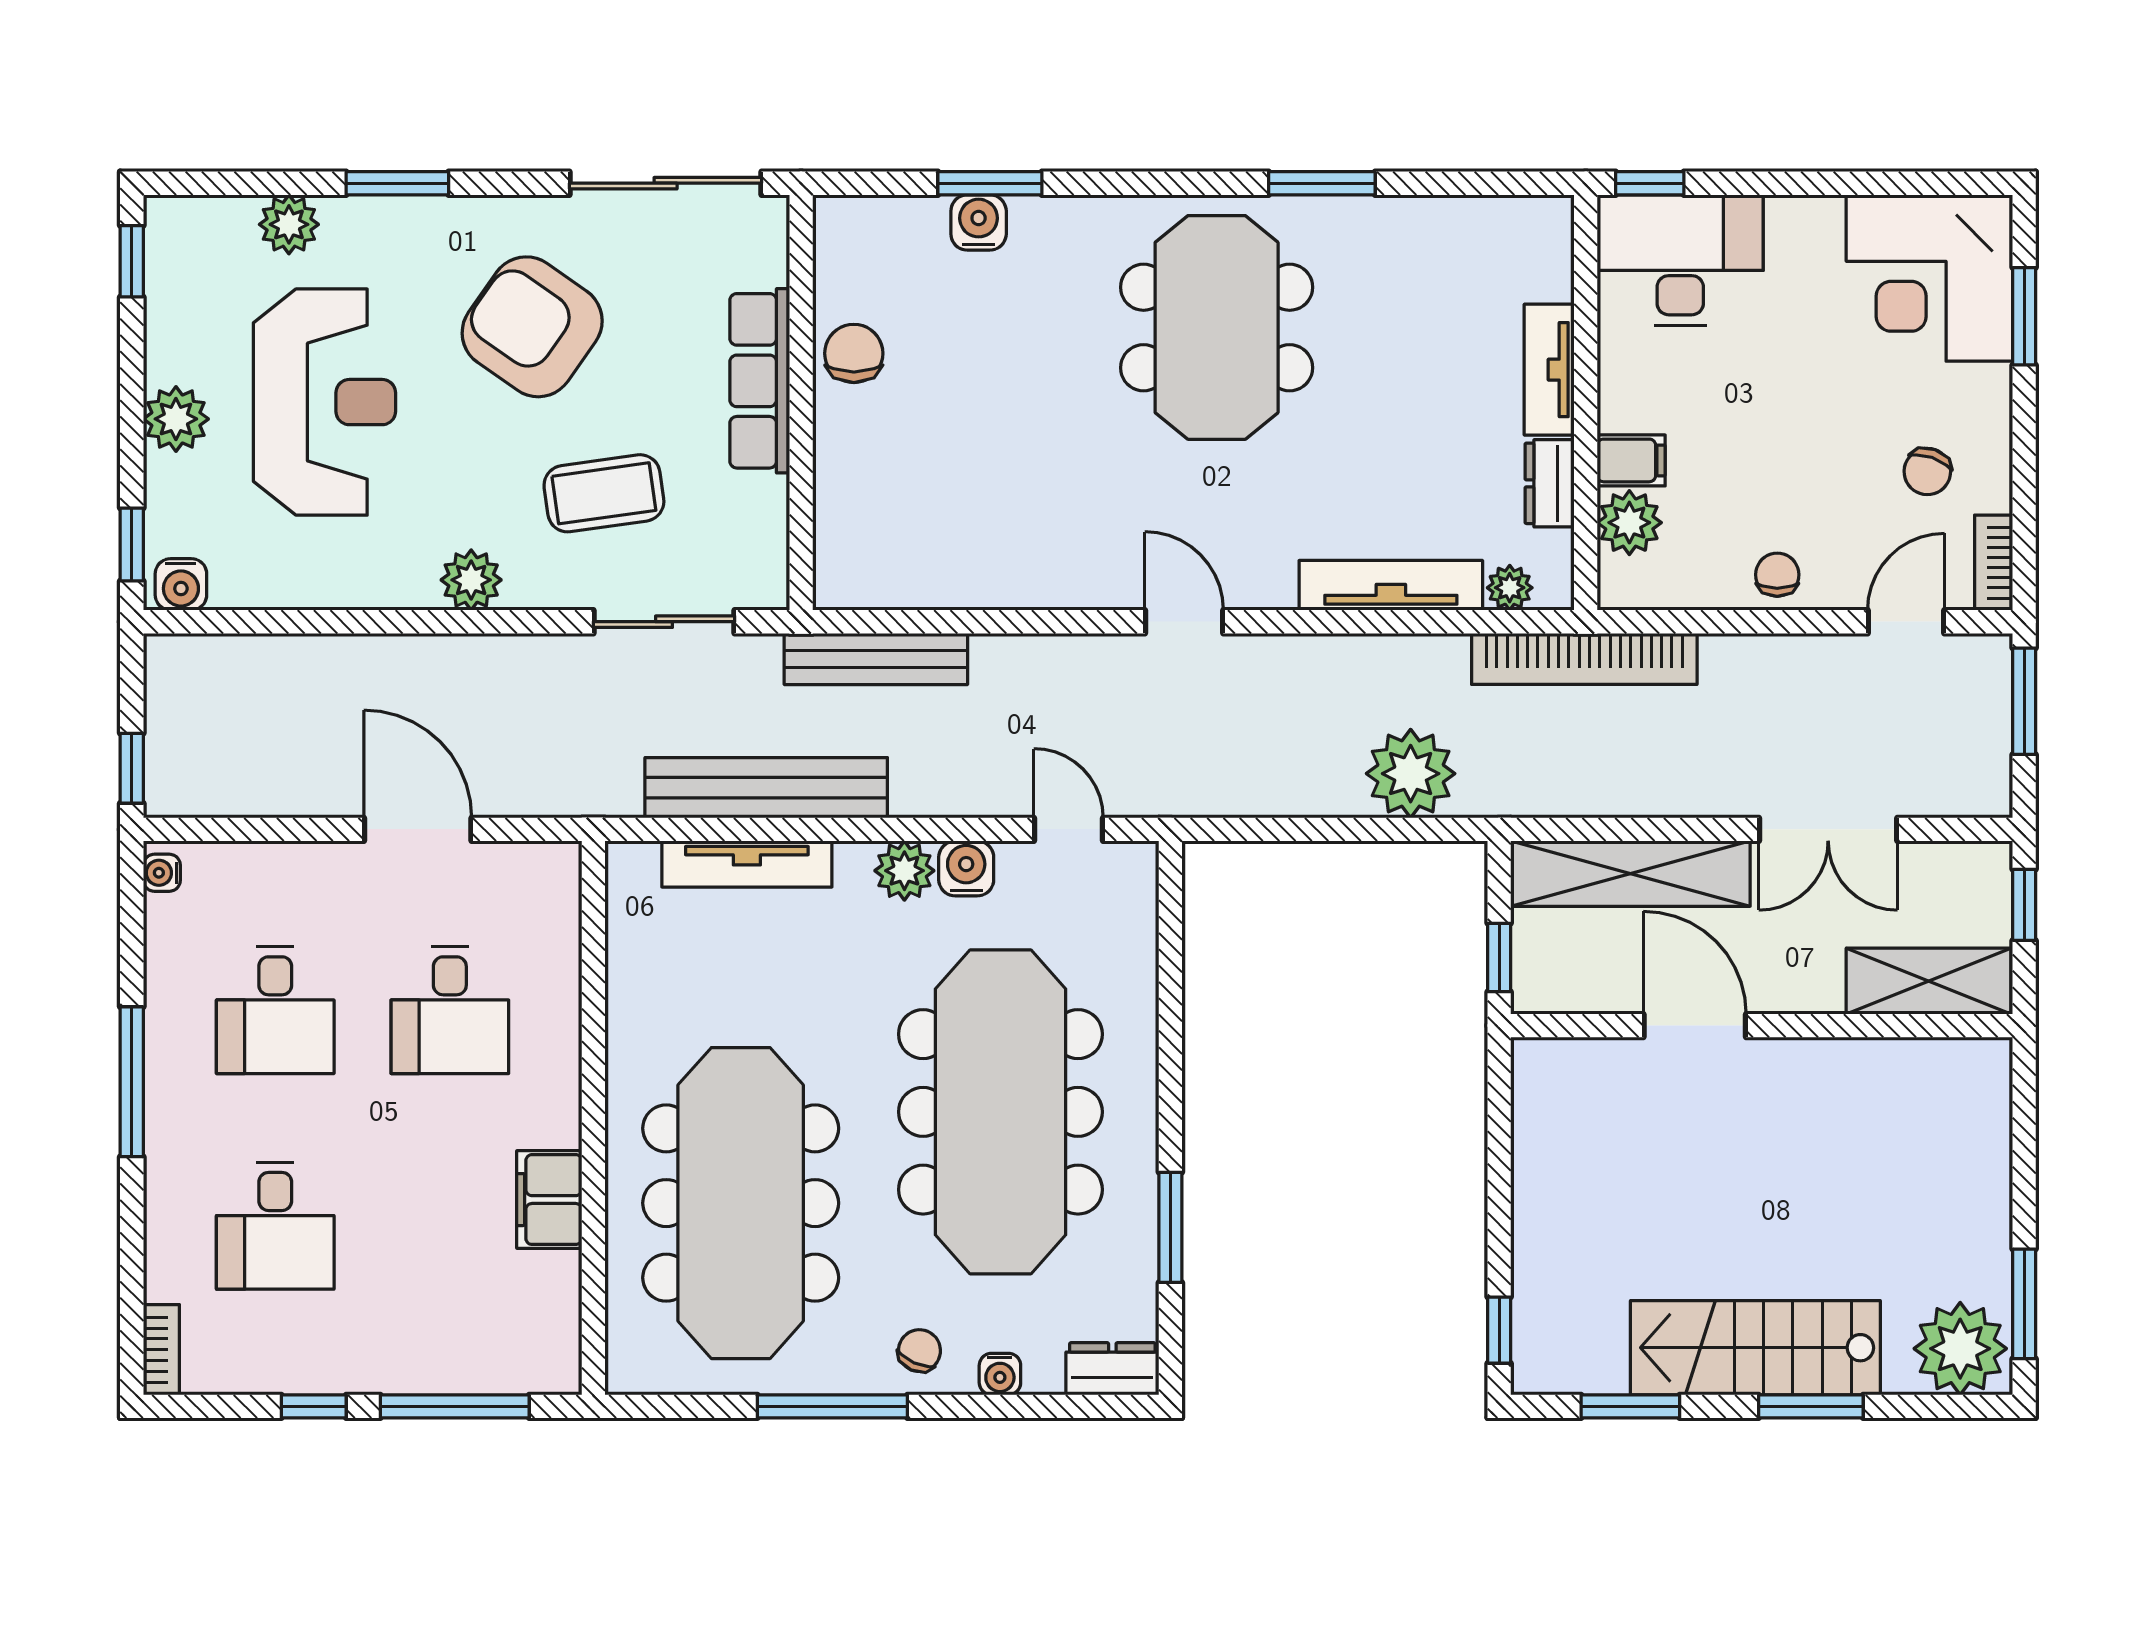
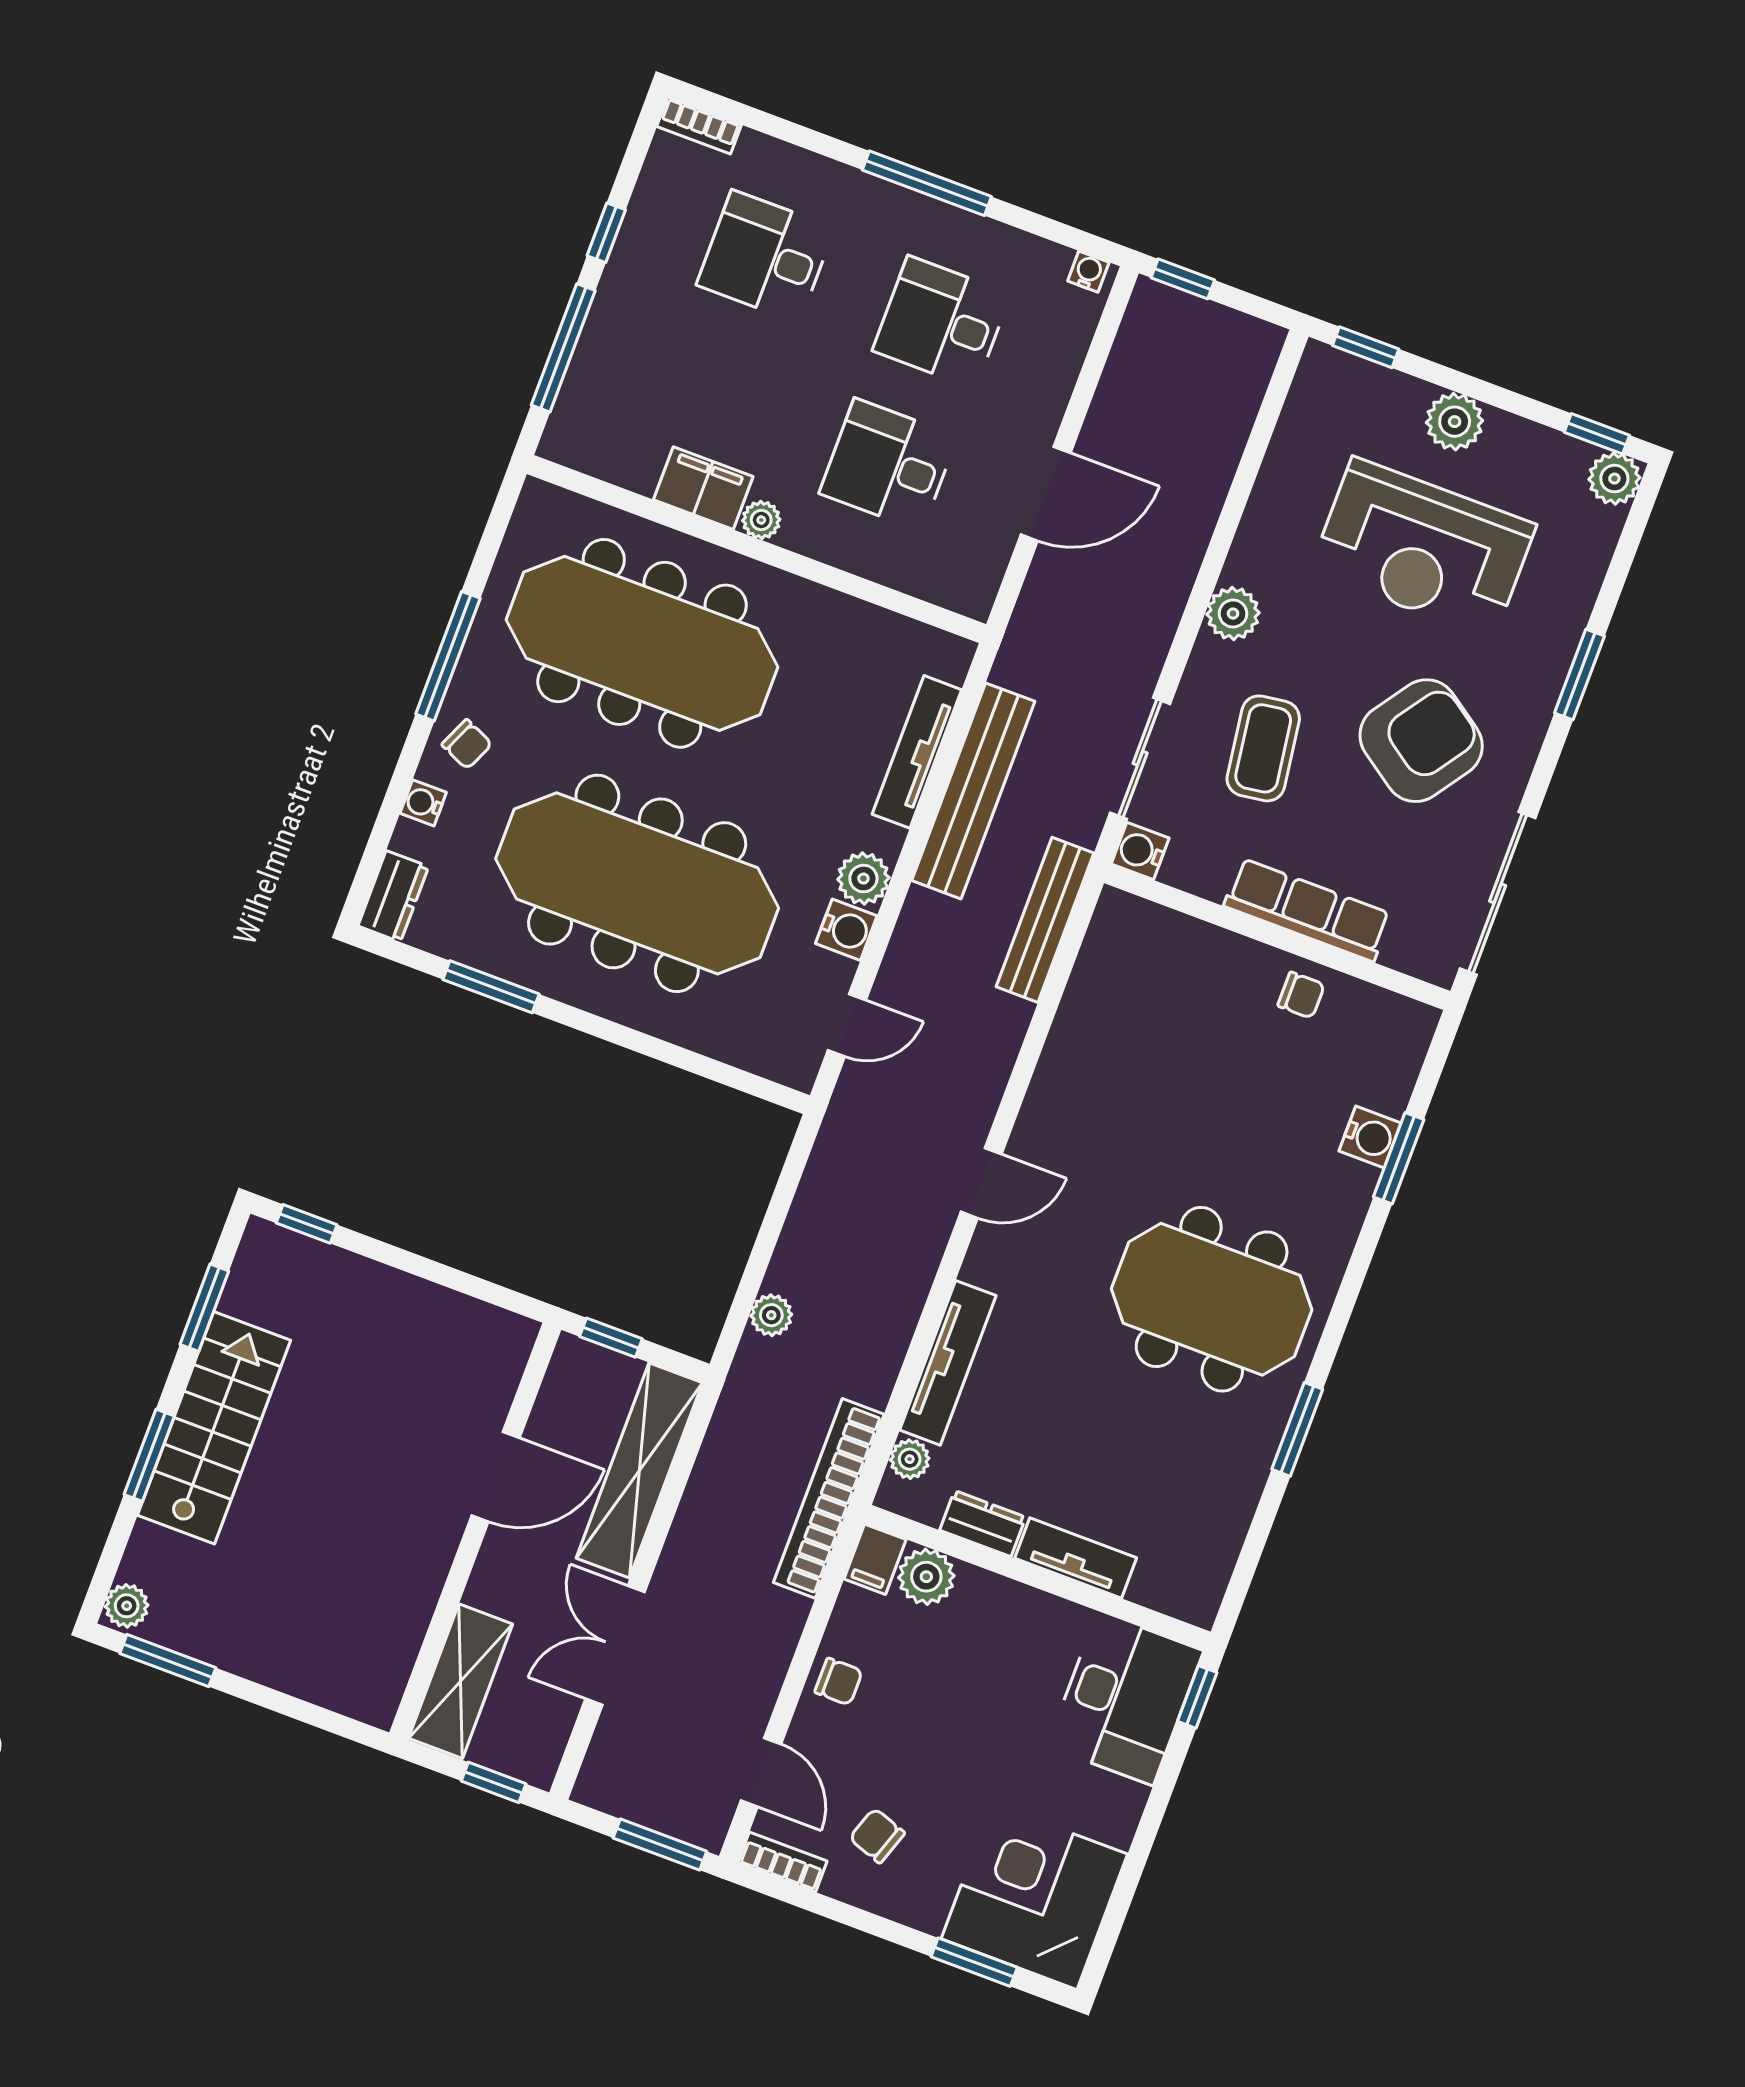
plant: (289, 224) -> (1614, 479), moved
chair: (854, 353) -> (1301, 995), width x0.73, depth x0.73
filing cabinet: (1631, 460) -> (875, 1559), moved
water cooler: (181, 584) -> (1140, 851), moved
plant: (1411, 774) -> (771, 1315), width x0.53, depth x0.53
plant: (560, 1125) -> (761, 520), added
plant: (1960, 1349) -> (127, 1606), width x0.53, depth x0.53

